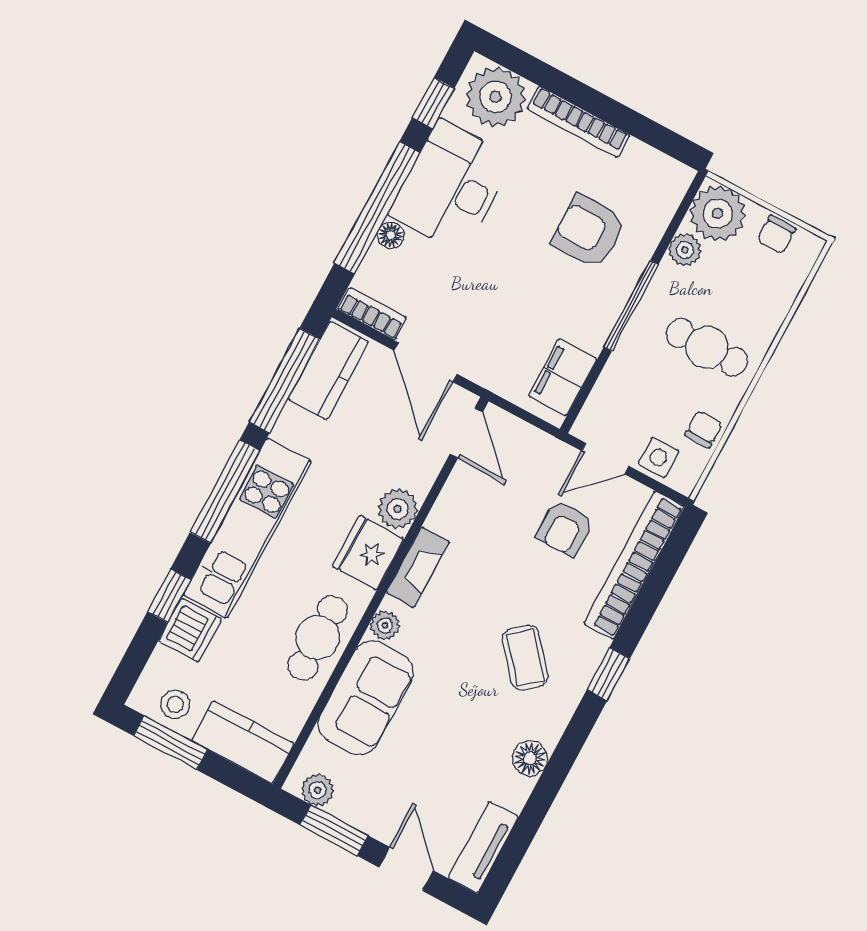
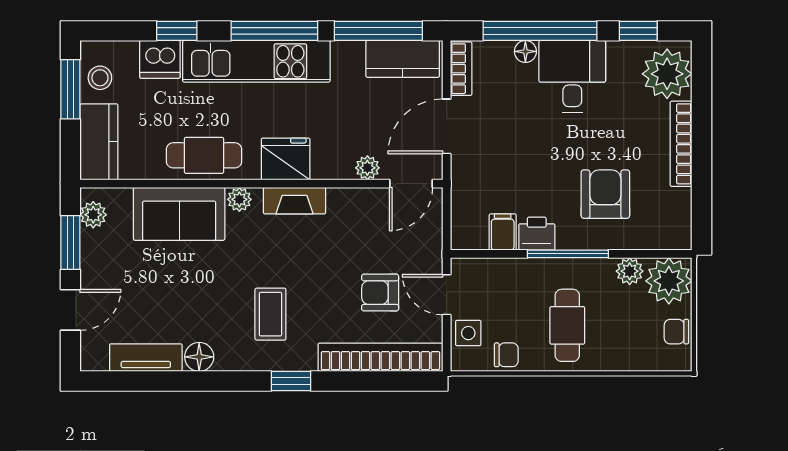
desk: (451, 186) -> (572, 76), width x0.73
printer: (592, 327) -> (537, 234), added
filing cabinet: (563, 377) -> (503, 232), width x0.50
plant: (398, 509) -> (367, 168), moved, width x0.73, depth x0.73
coffee table: (525, 658) -> (270, 314), turned -50
tv unit: (483, 847) -> (146, 358), moved

